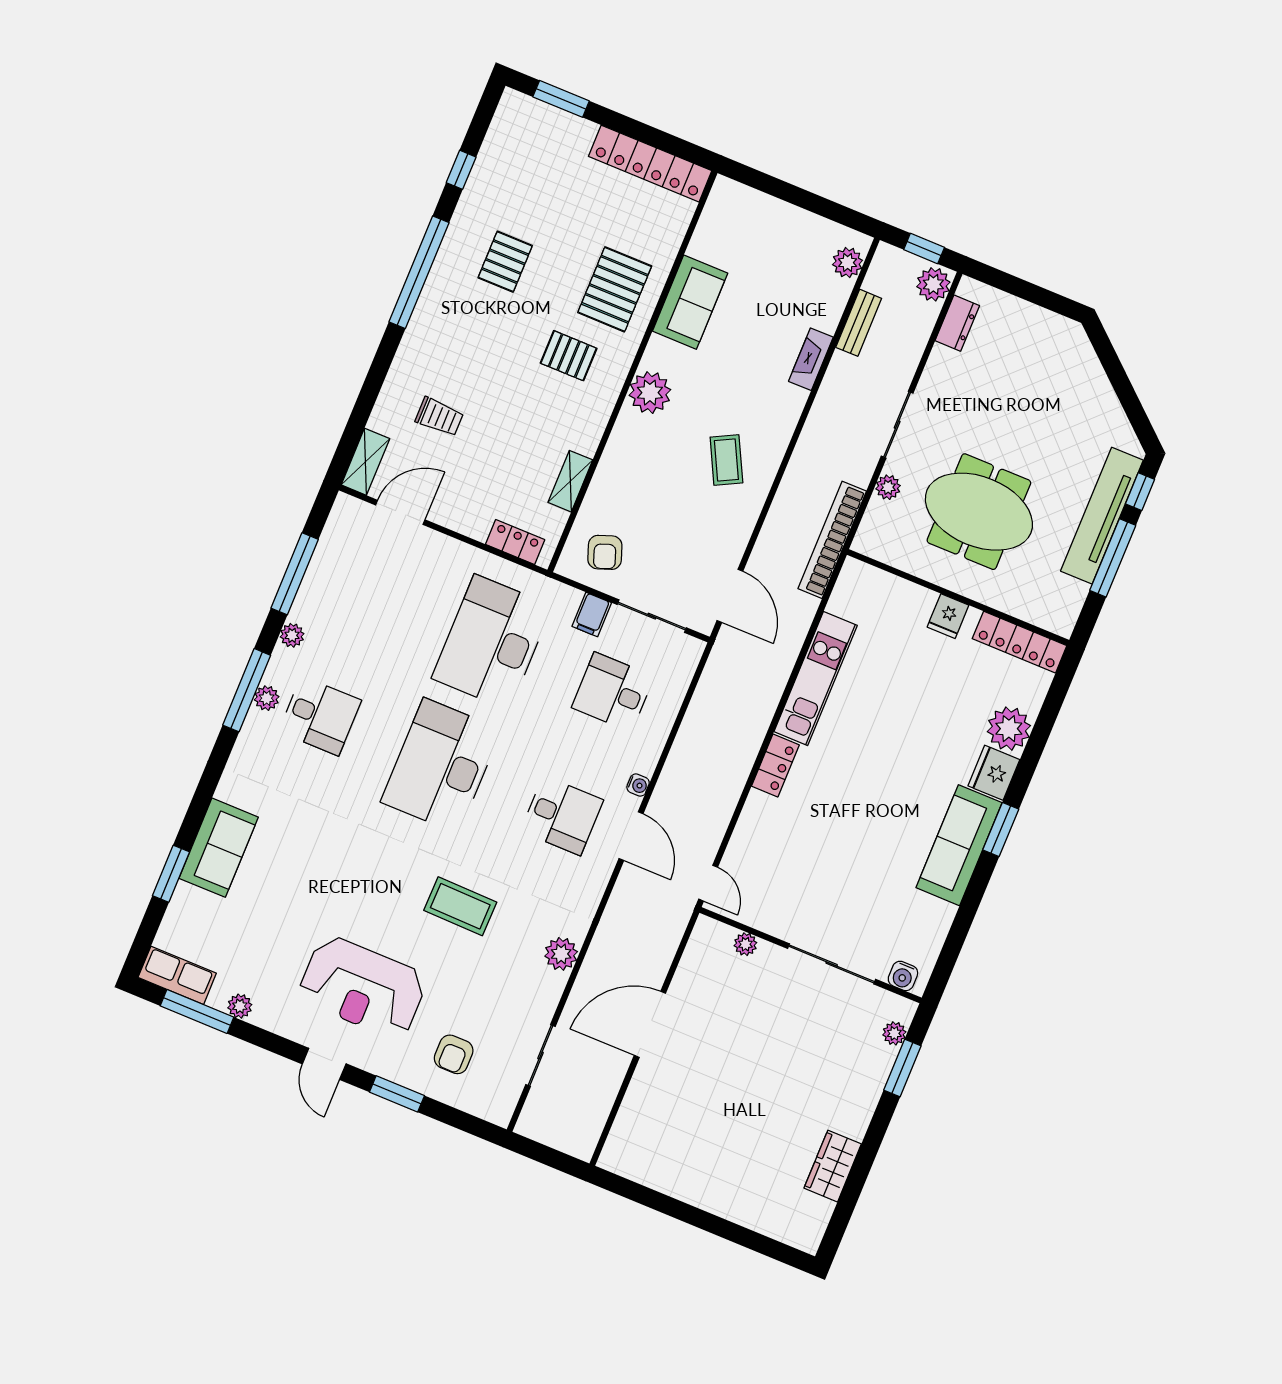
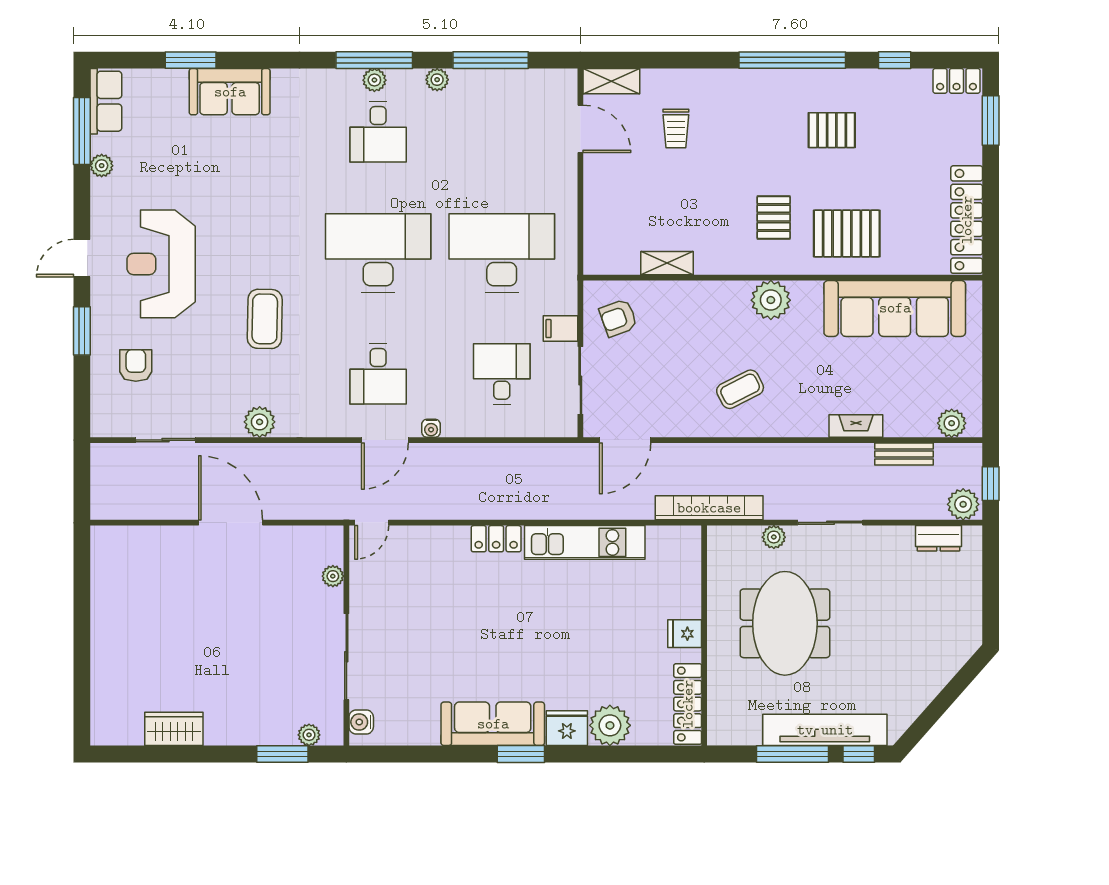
sofa: (690, 302) -> (895, 308), width x1.85, depth x1.27
locker: (515, 542) -> (956, 81), moved, turned 90
armchair: (454, 1054) -> (136, 365), turned 90

